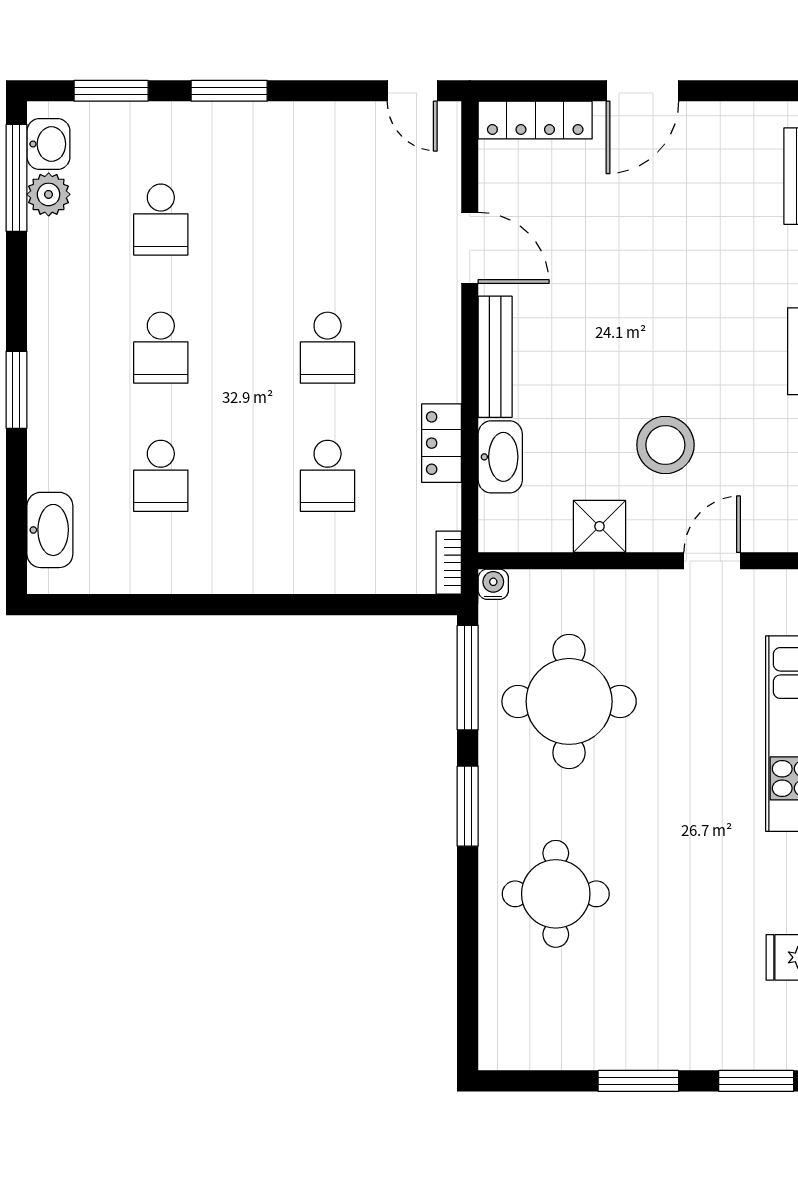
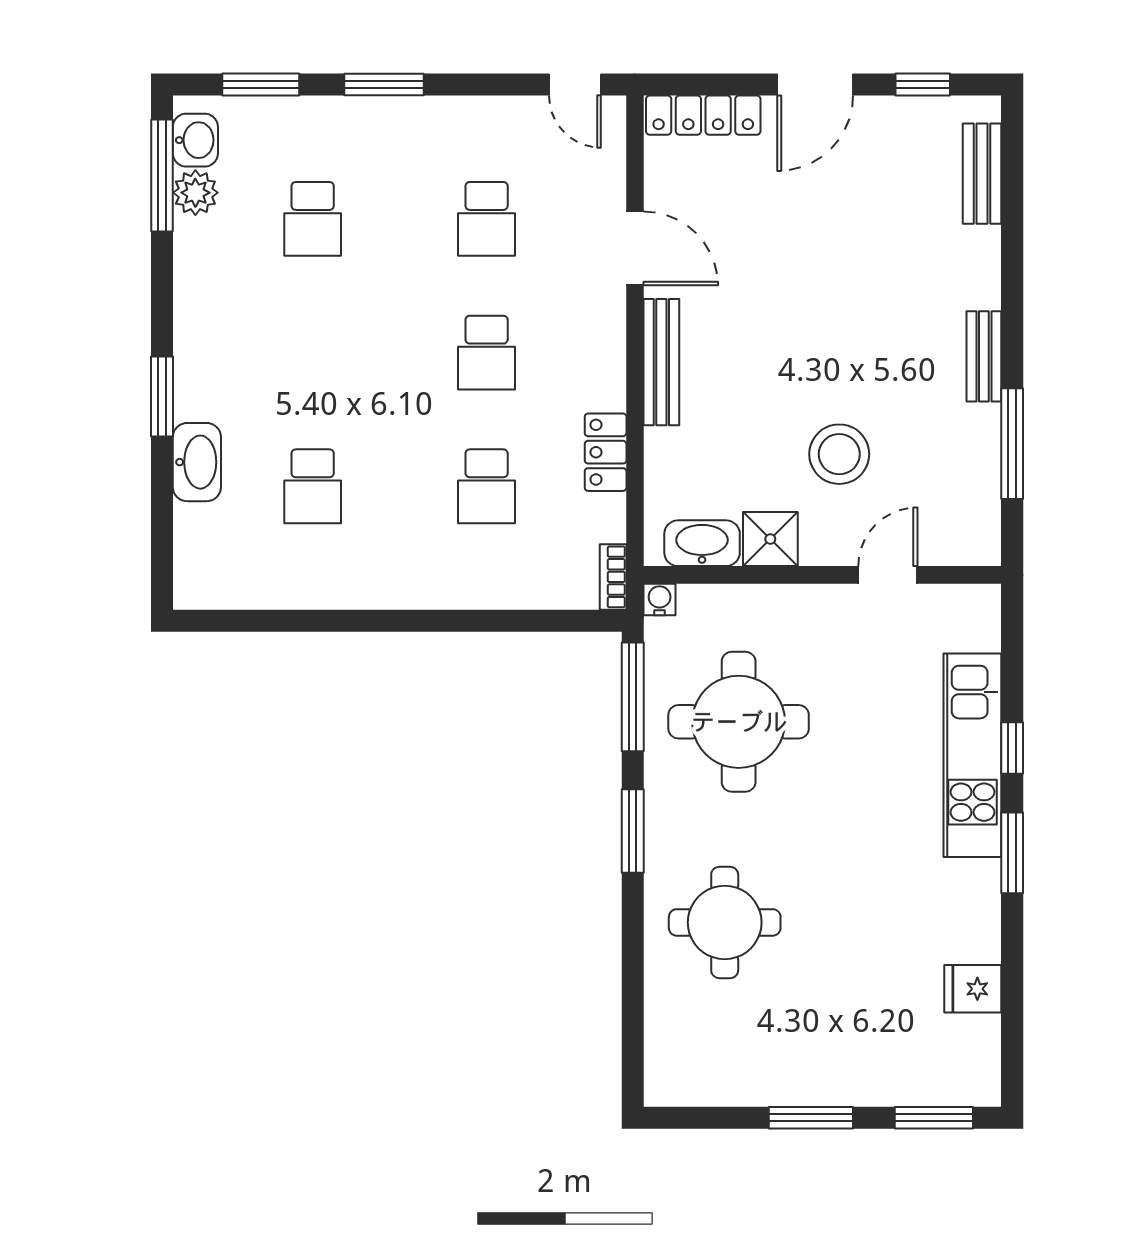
window: (745, 91) -> (923, 85), added
school desk: (161, 348) -> (487, 219), moved
washbasin: (500, 457) -> (702, 543), moved, turned -90
washbasin: (50, 530) -> (197, 462), moved

